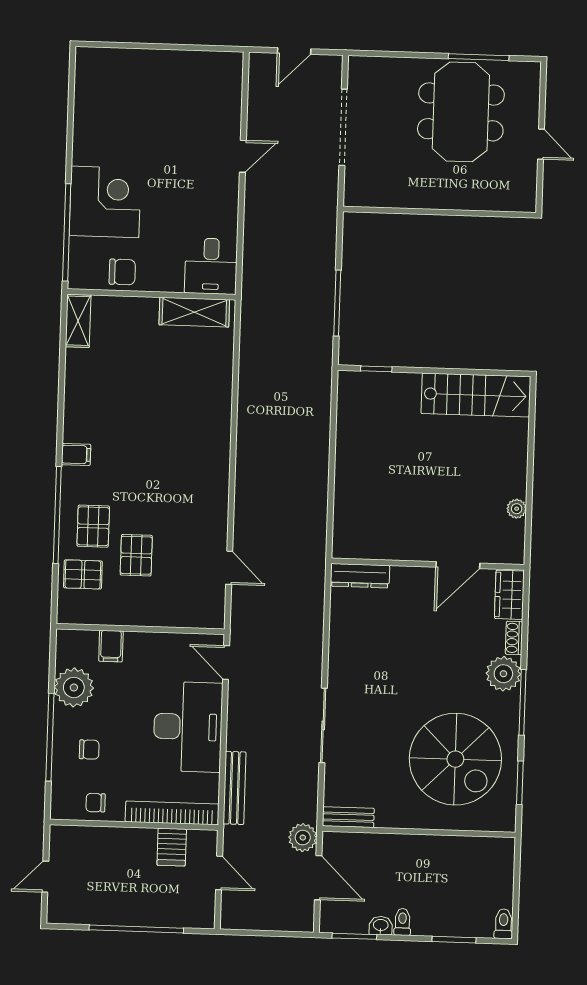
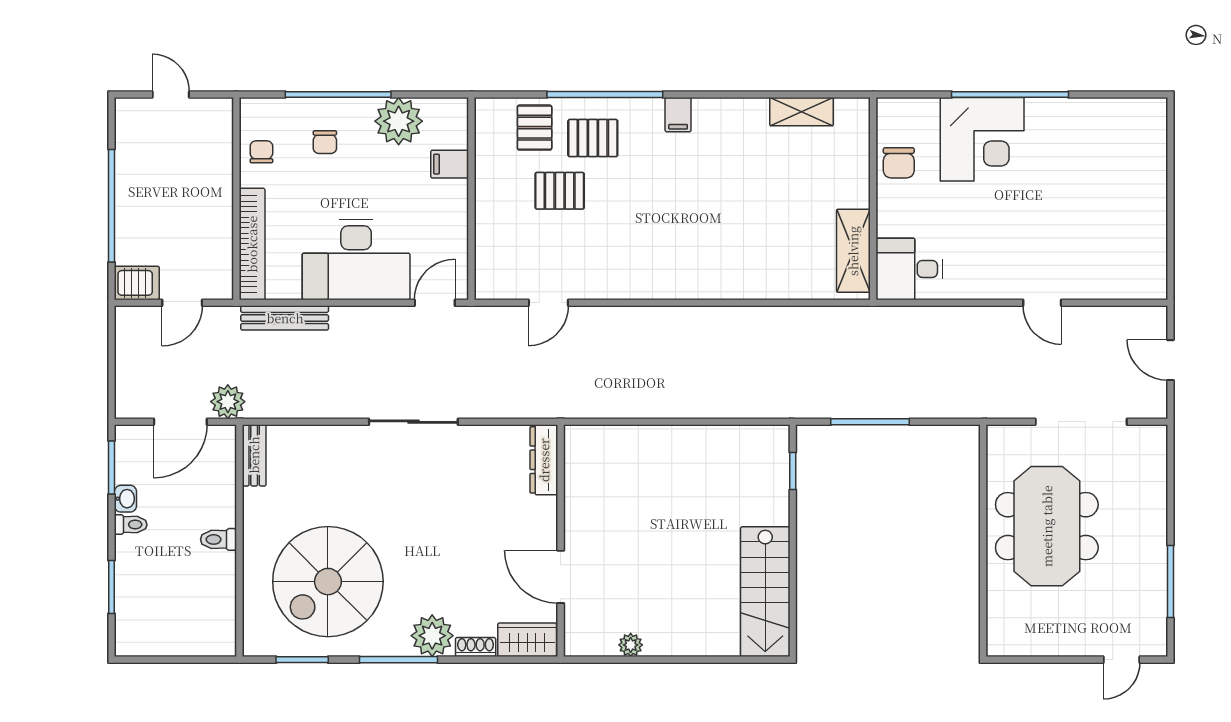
meeting table: (461, 112) -> (1047, 526), moved, turned 90
door: (541, 144) -> (1121, 660), moved
window: (67, 232) -> (1010, 95), moved
shelving: (78, 321) -> (802, 112), moved
sliding door: (323, 725) -> (413, 422), moved
server rack: (172, 847) -> (137, 283), moved, turned 180
toilet: (503, 924) -> (219, 539), moved, turned 180

